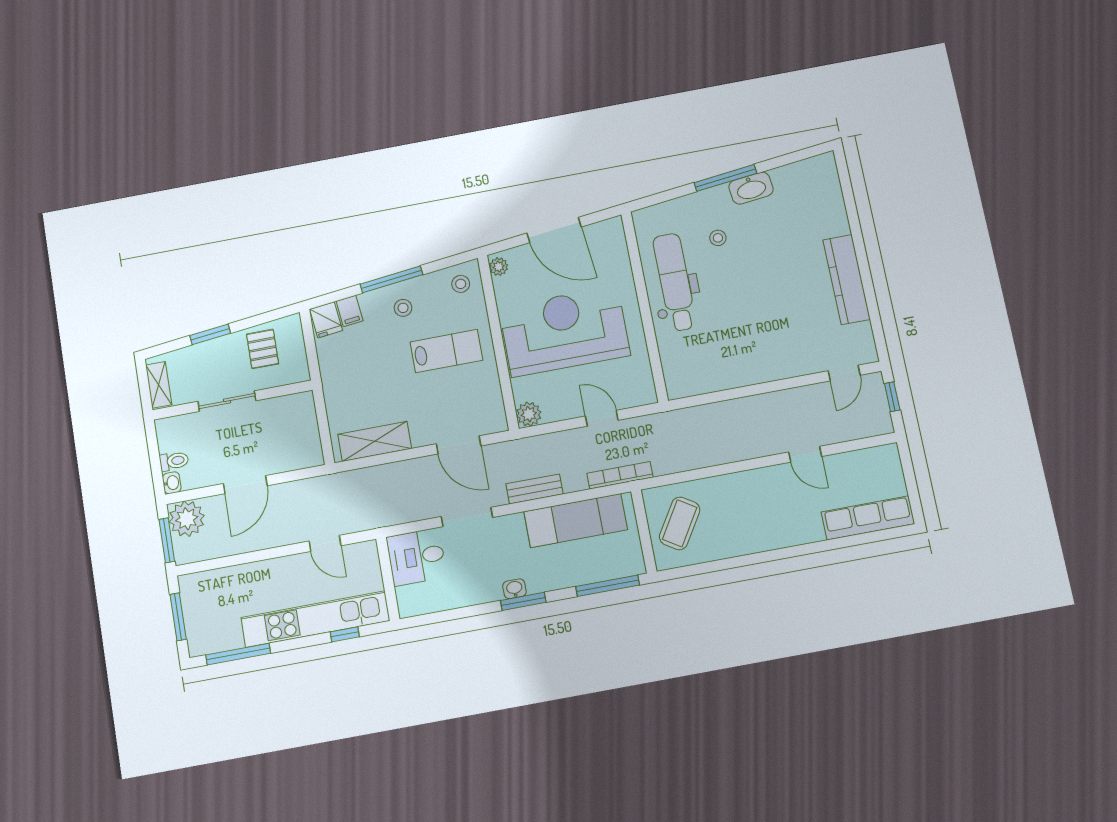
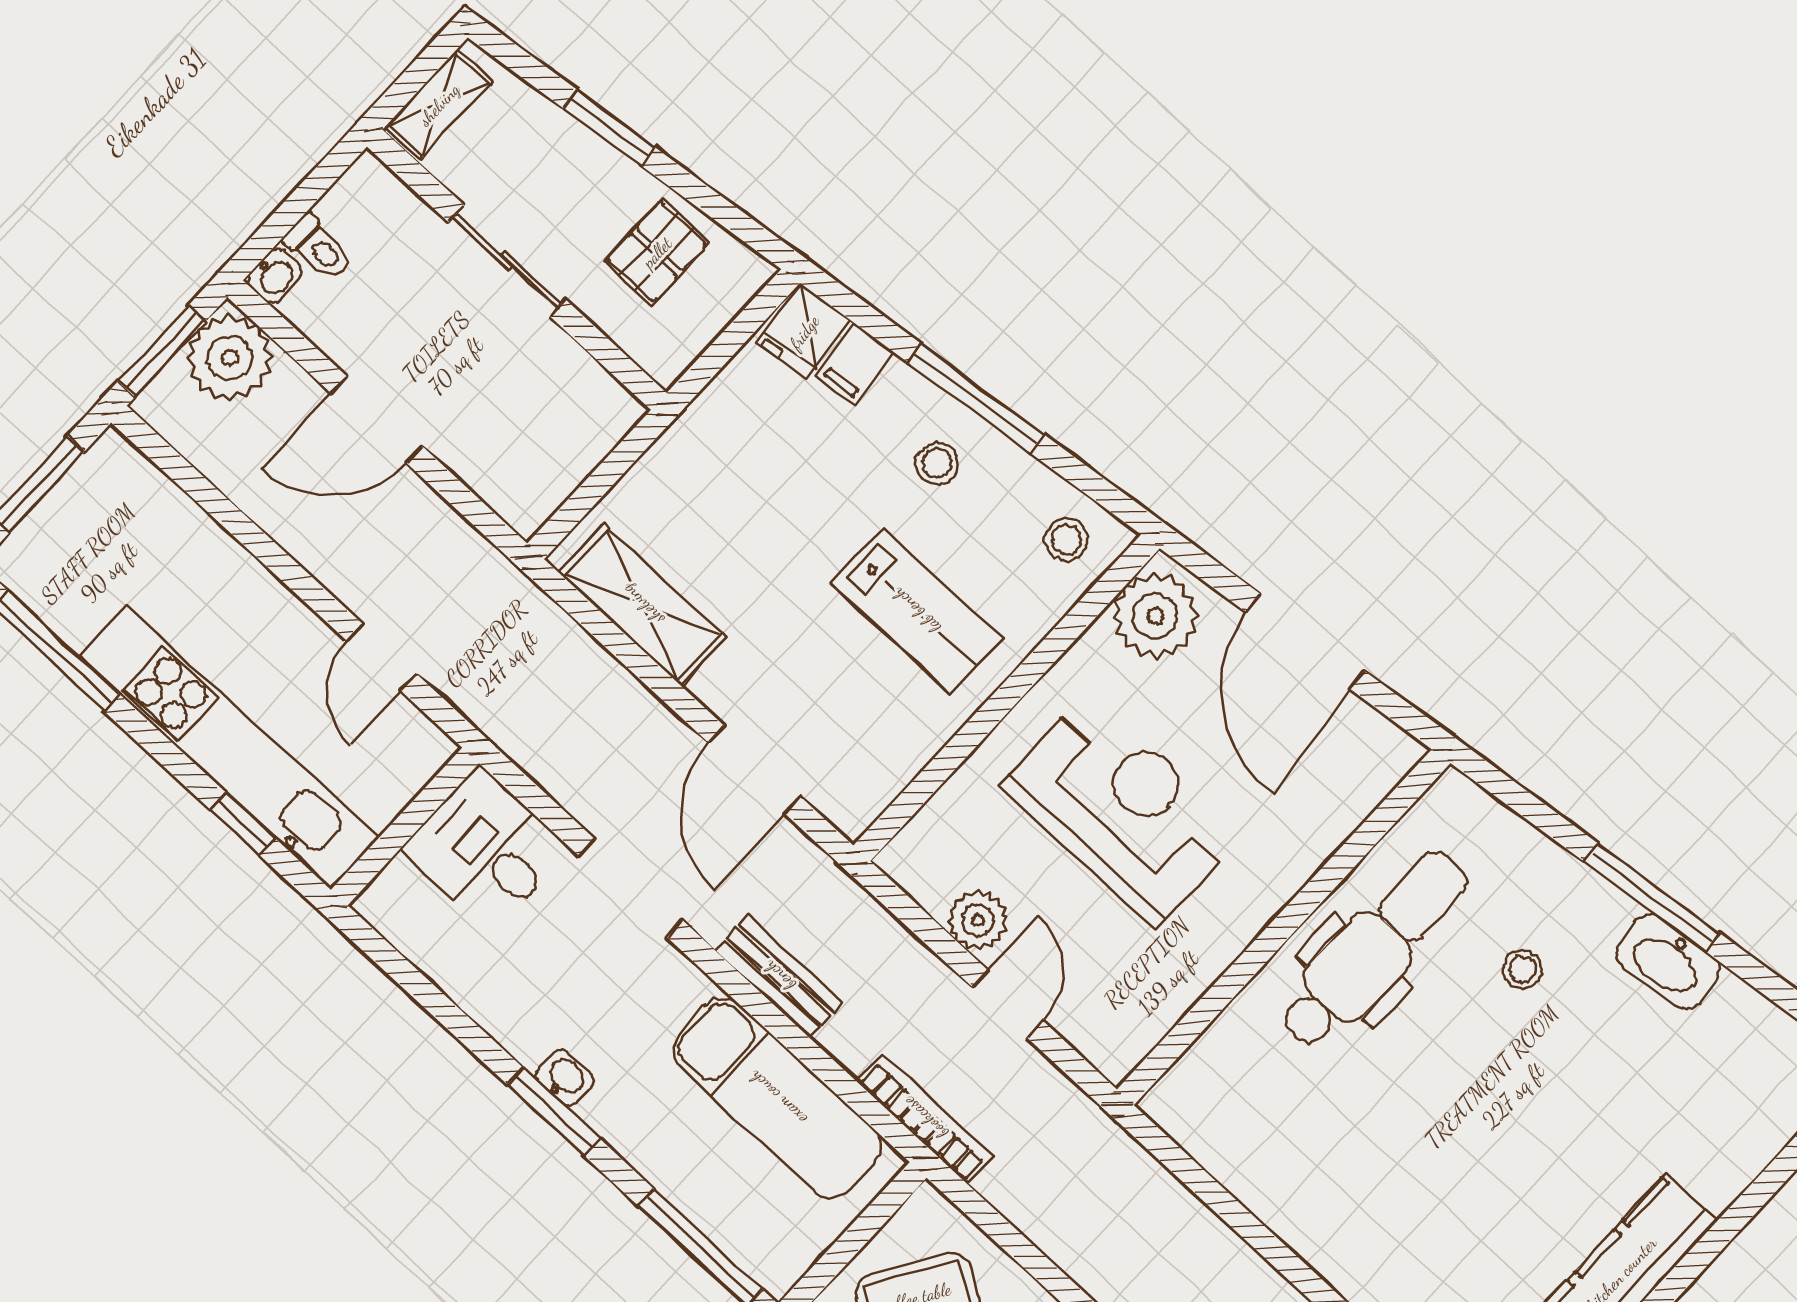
plant: (499, 267) -> (1155, 616), width x1.87, depth x1.87
reception desk: (565, 331) -> (1122, 809), width x0.74, depth x0.77
plant: (529, 414) -> (978, 920), moved

